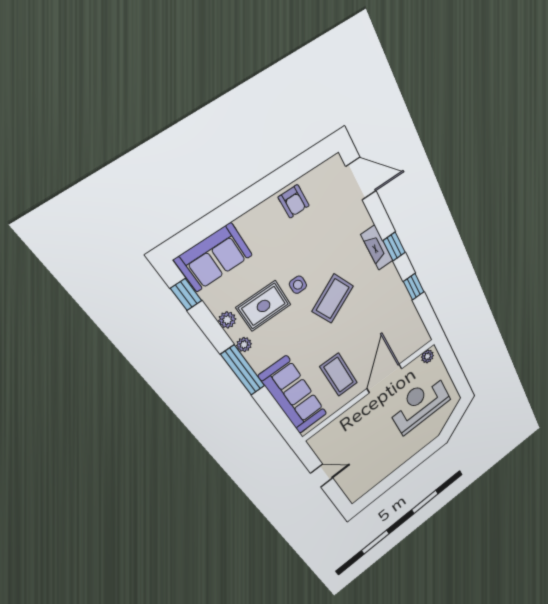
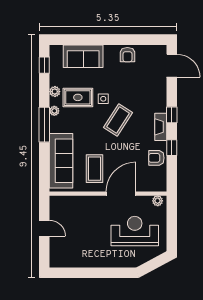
fireplace: (377, 248) -> (161, 127), moved
sofa: (214, 257) -> (83, 56), moved
coffee table: (333, 299) -> (118, 120), turned -31
armchair: (402, 311) -> (156, 158), added

